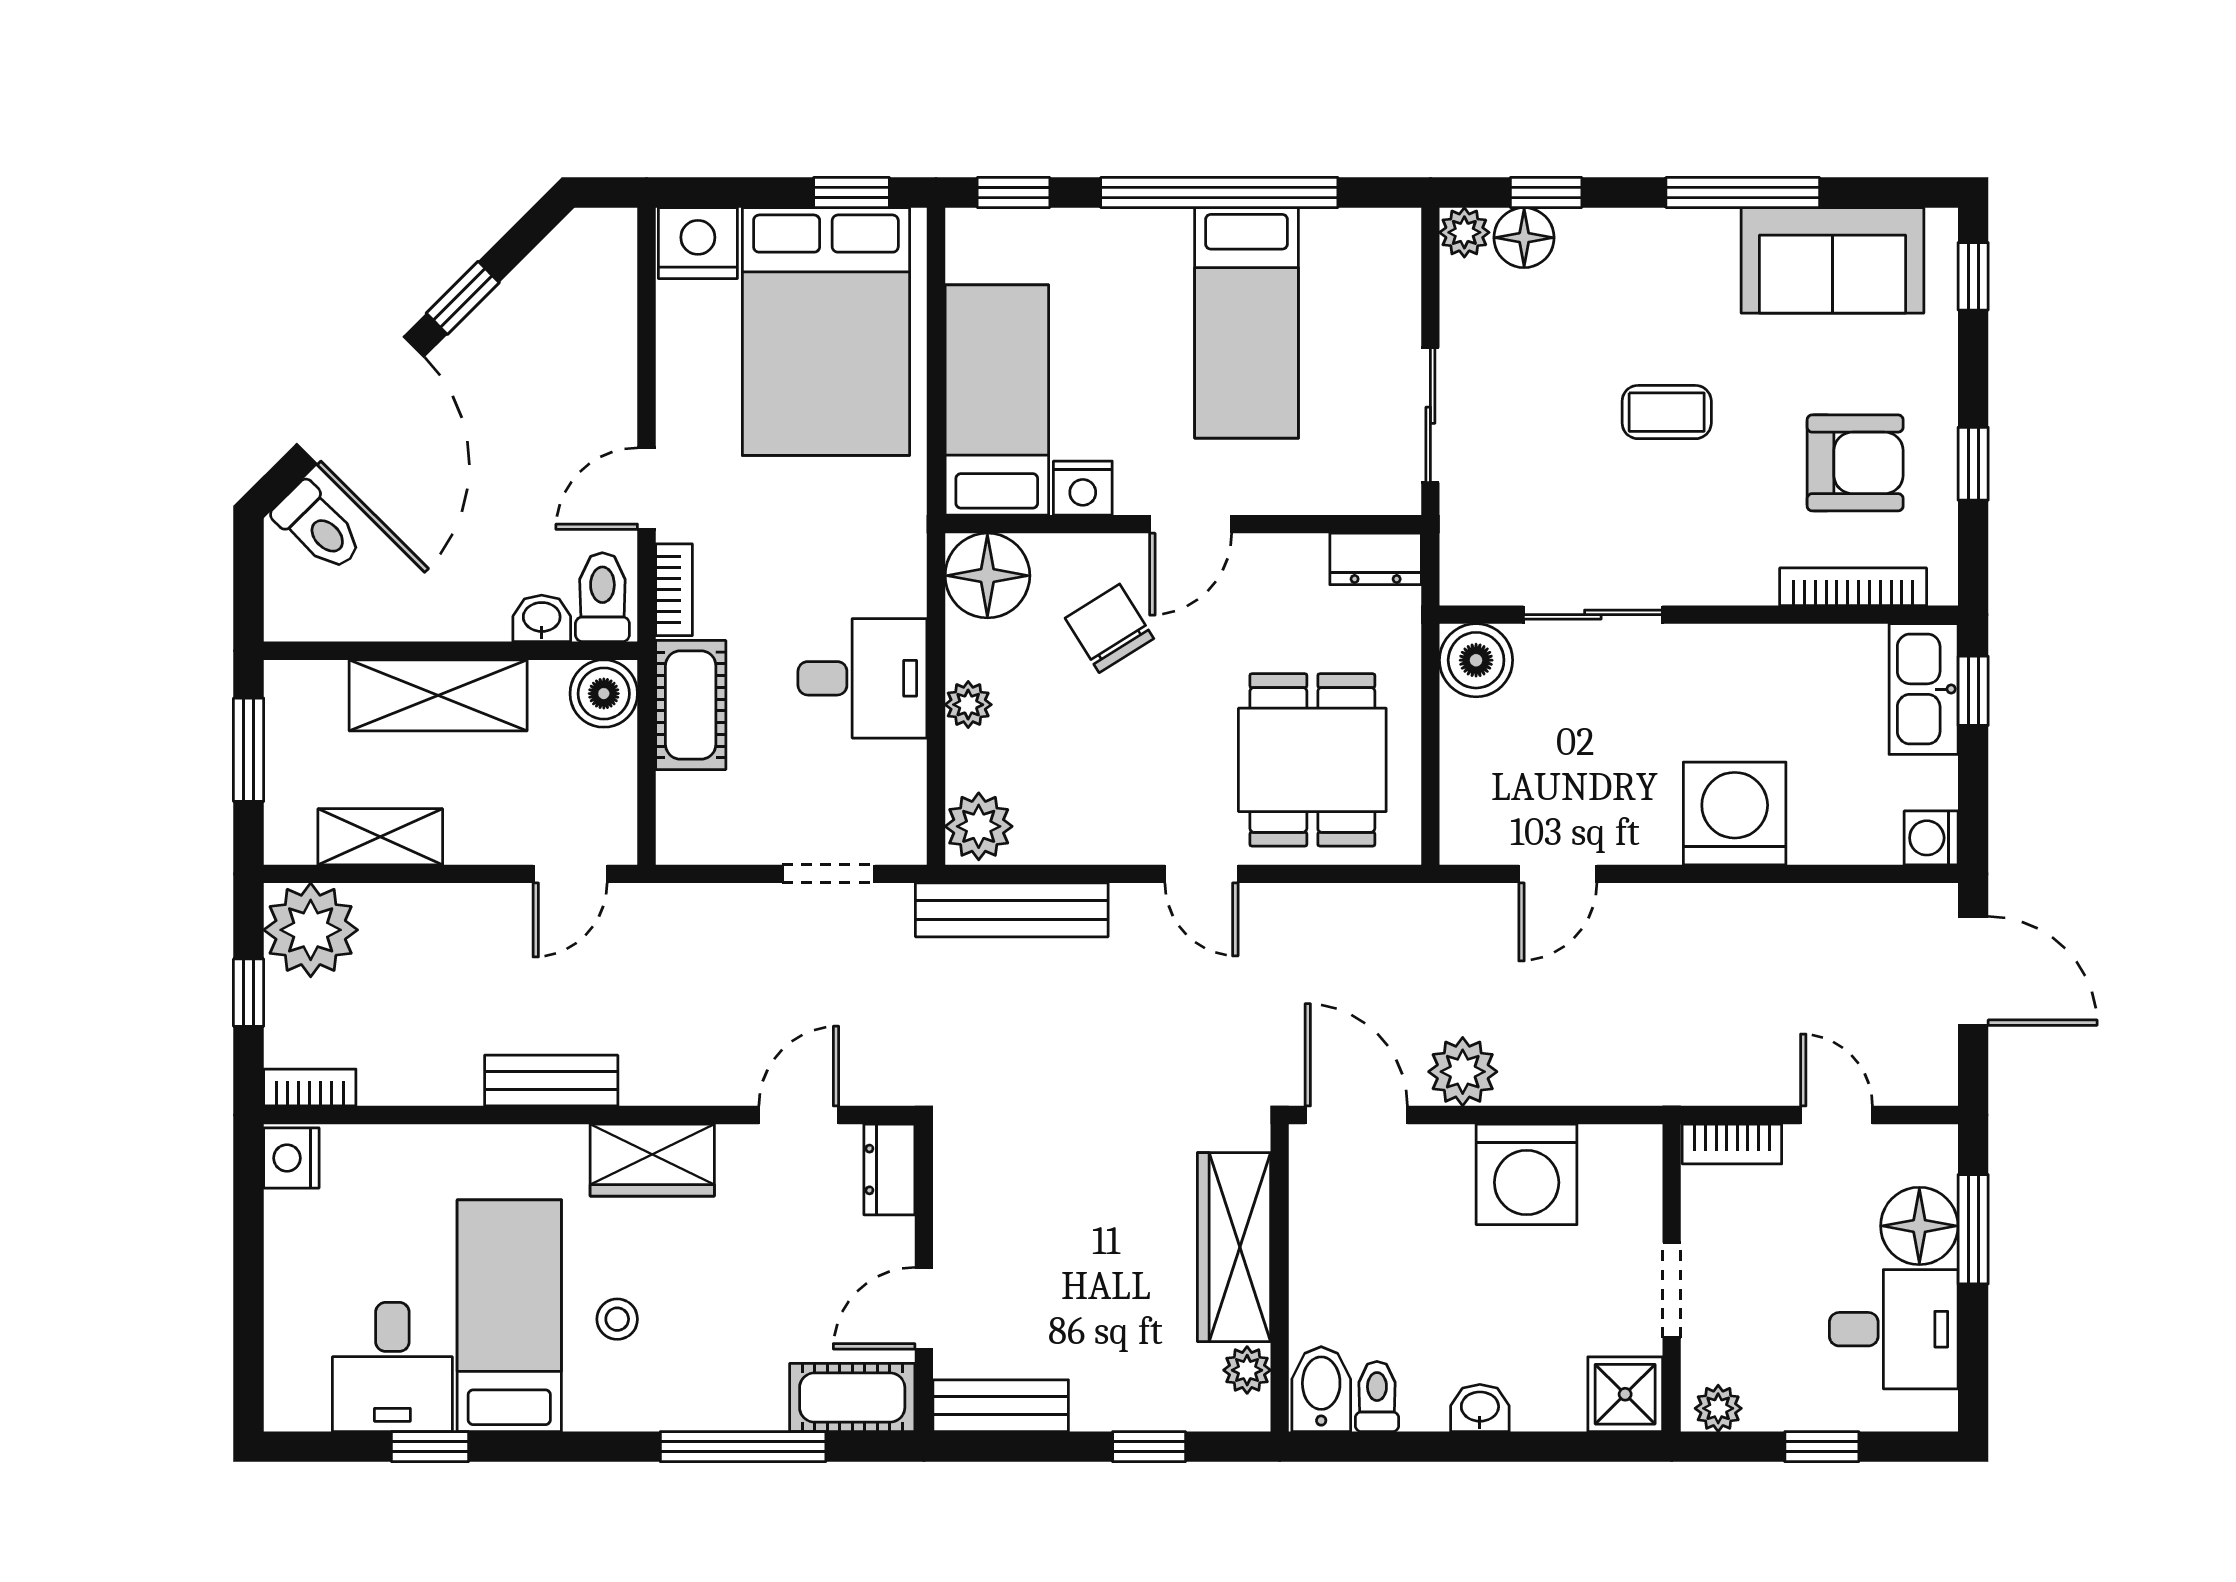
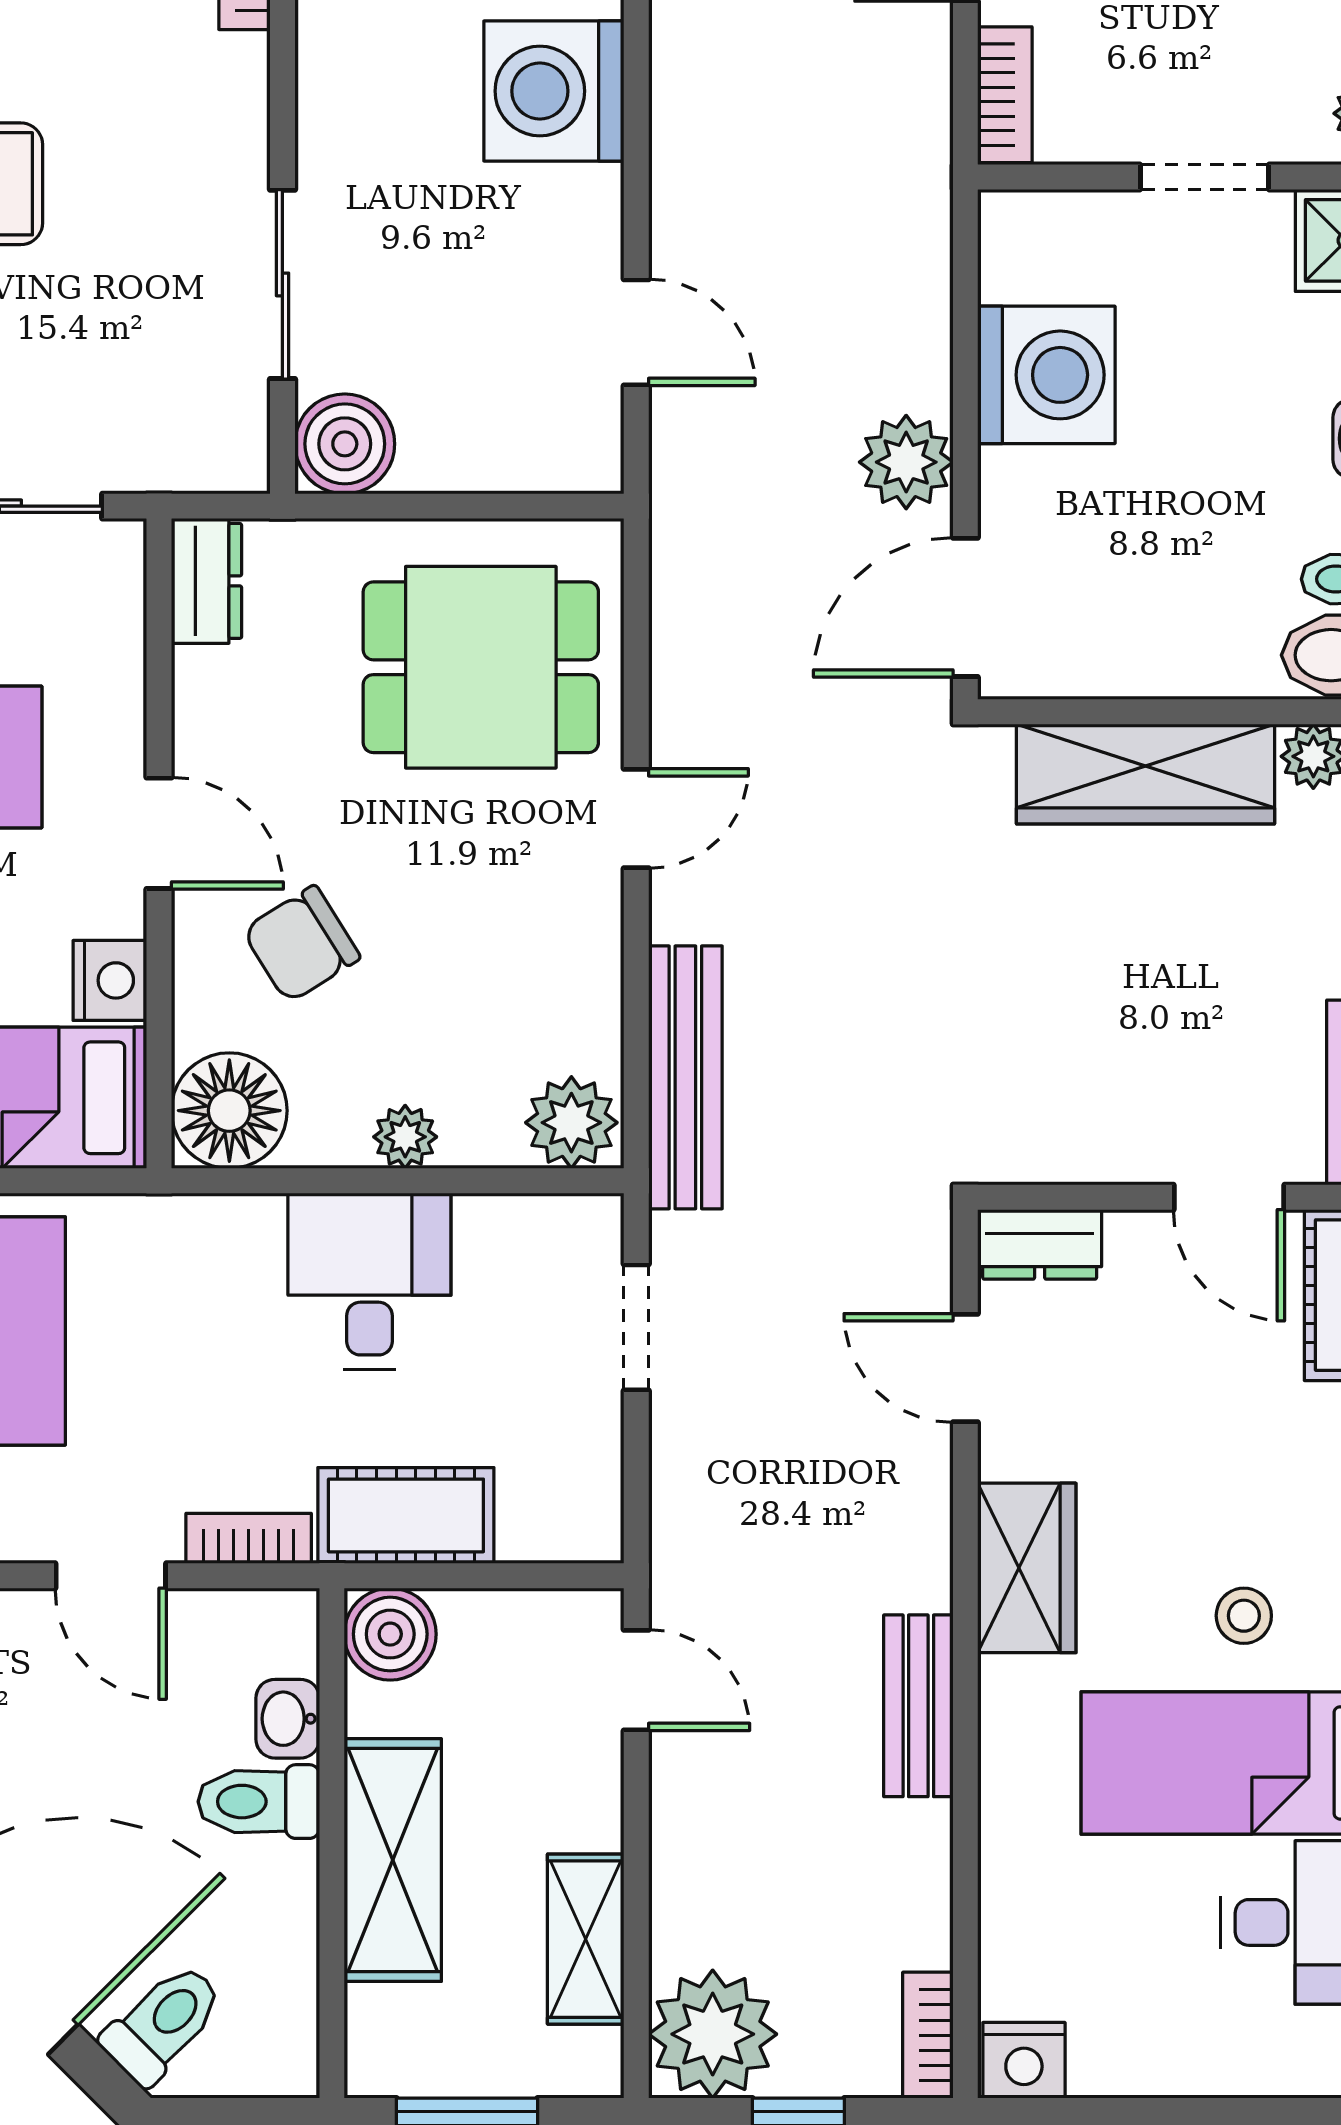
toilet: (602, 597) -> (259, 1802), moved

